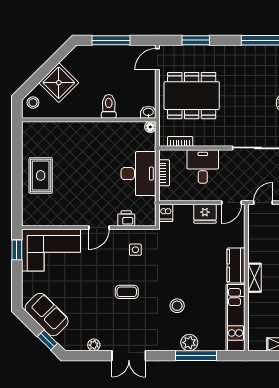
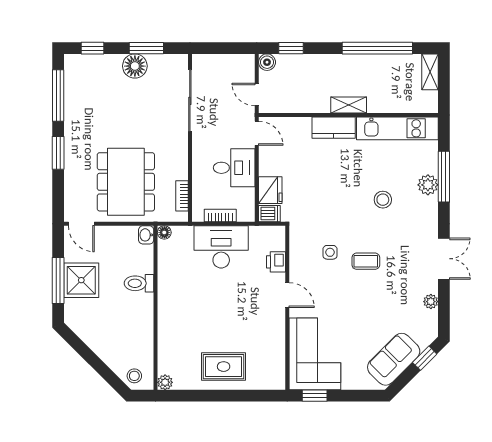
window: (196, 40) -> (58, 153), moved
shower: (59, 83) -> (81, 280), moved, turned 45
plant: (28, 128) -> (165, 382), added
desk: (203, 166) -> (234, 168), moved, turned 180
fridge: (205, 214) -> (270, 190), moved
side table: (135, 250) -> (330, 252), moved
coffee table: (127, 292) -> (366, 261), turned 90

